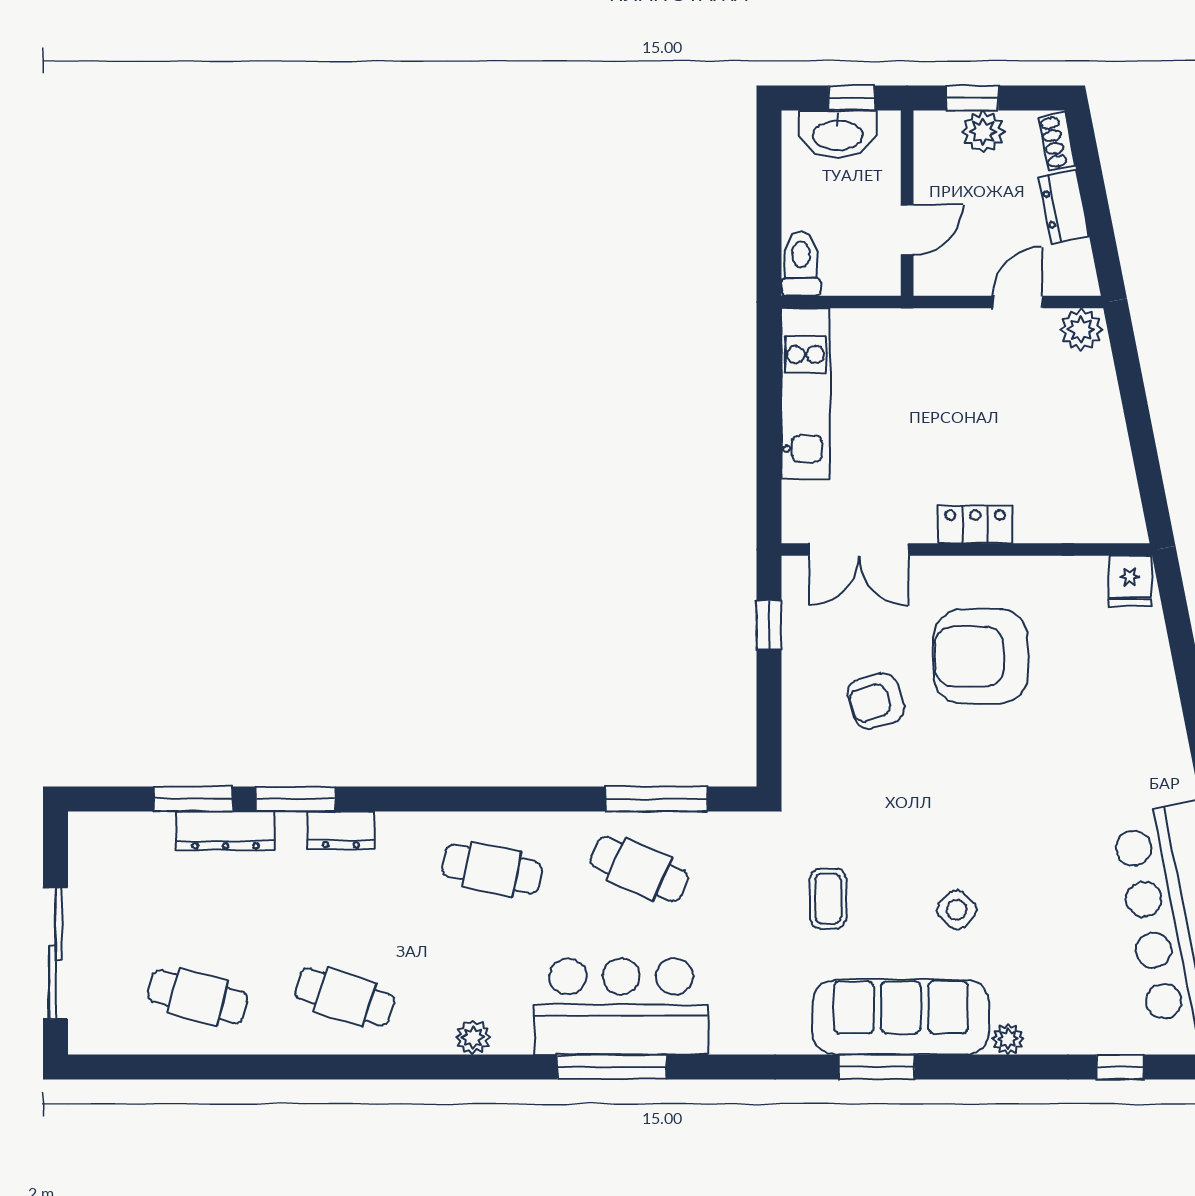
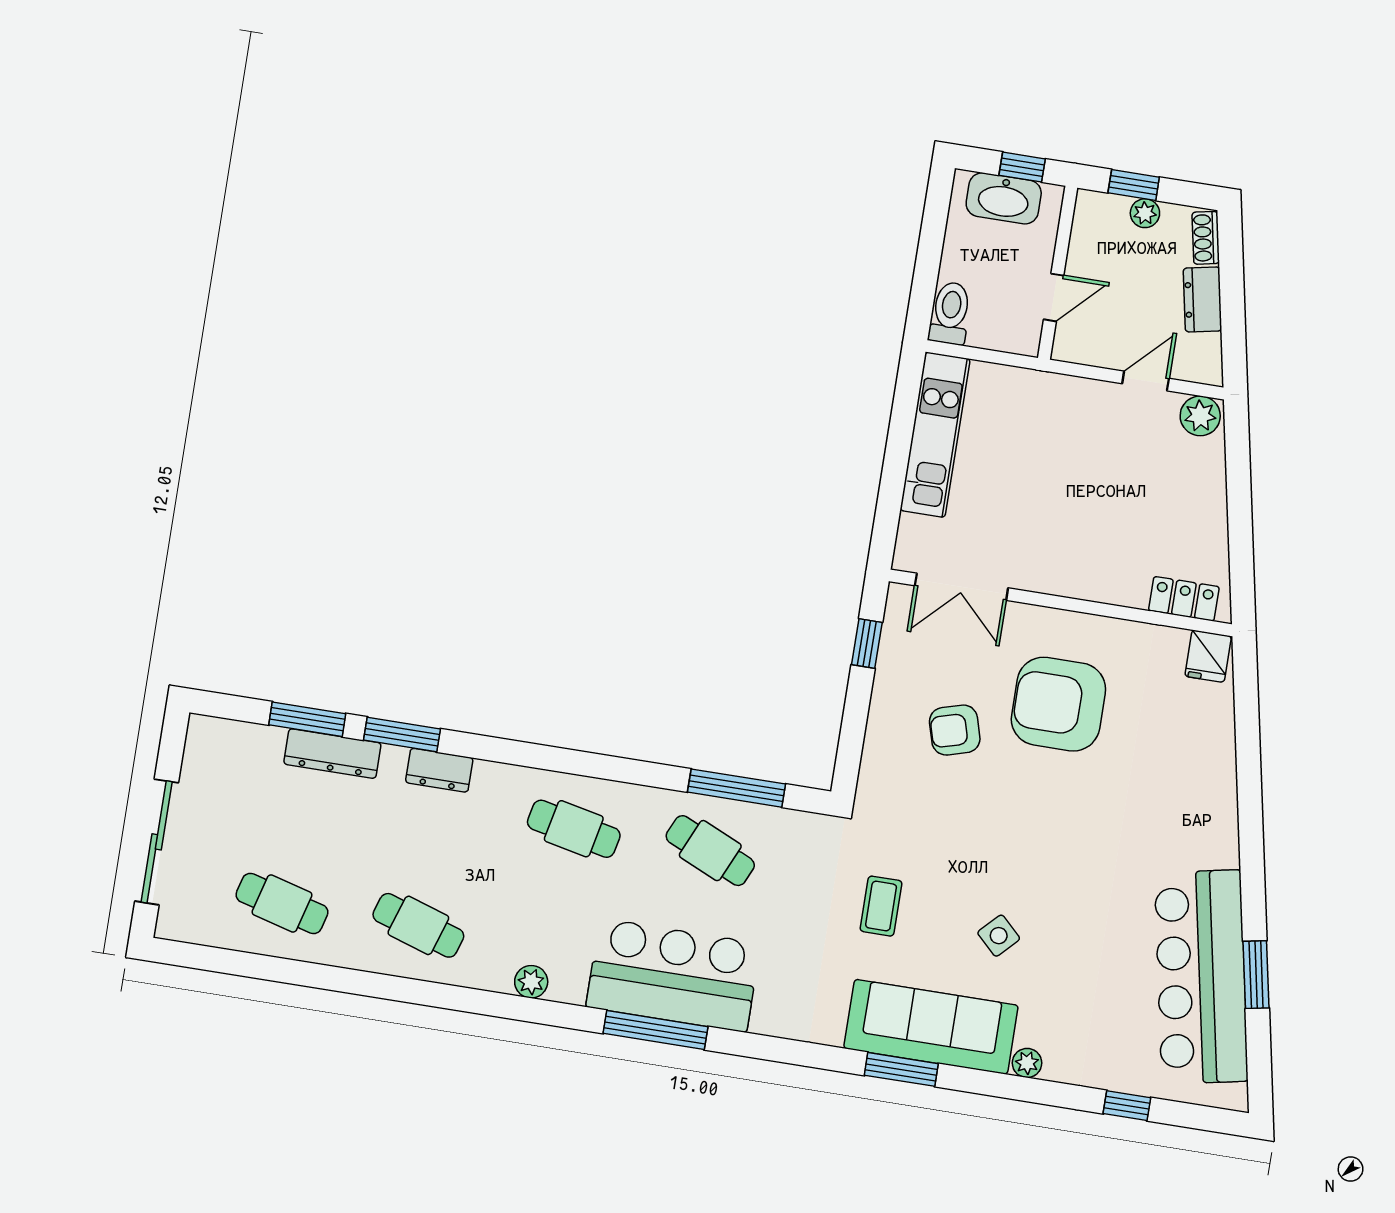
plant: (983, 132) -> (1145, 213), width x0.73, depth x0.73
locker: (975, 524) -> (1184, 599), moved

